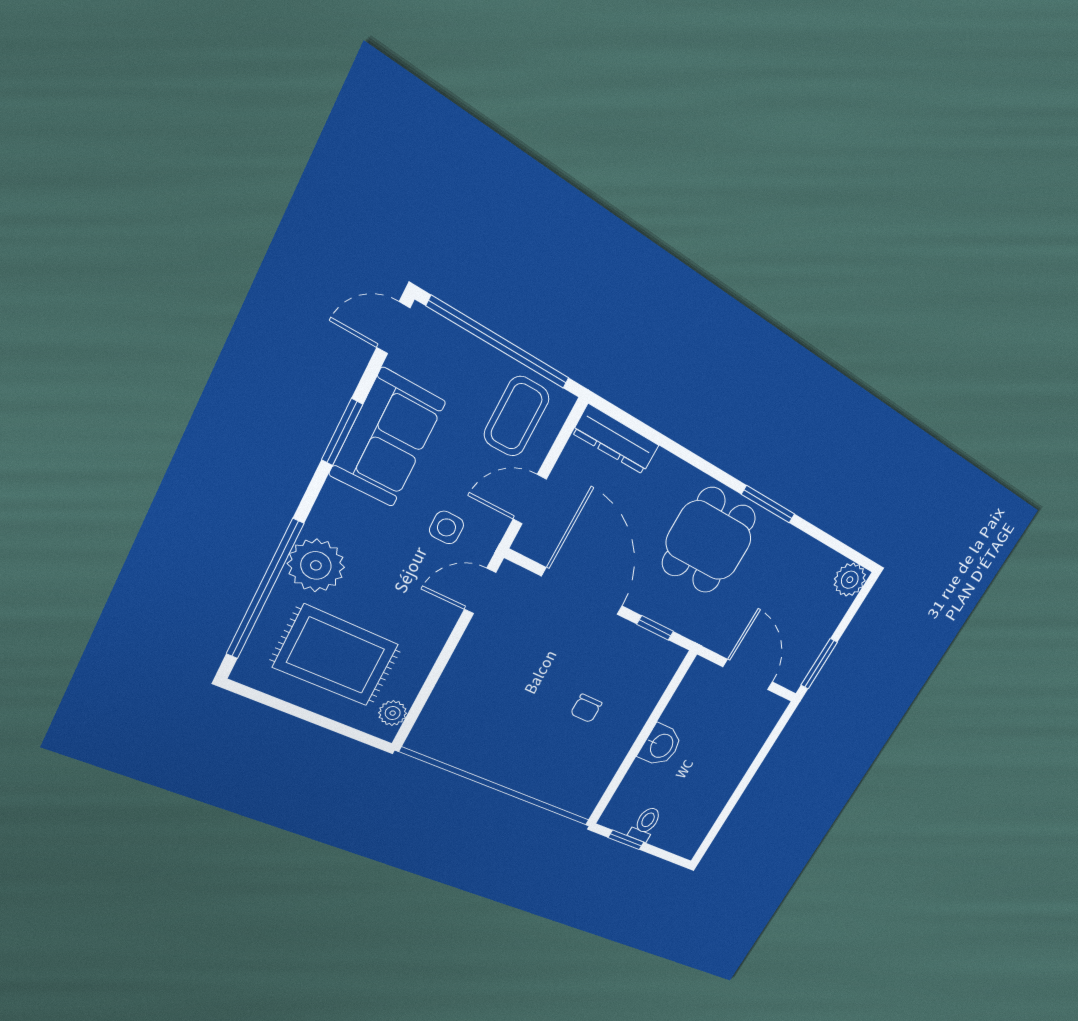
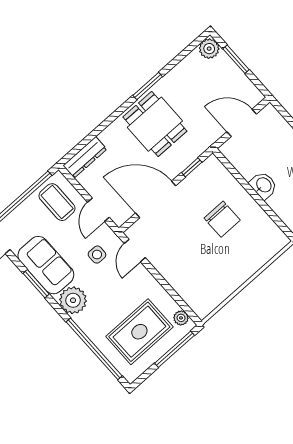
plant: (316, 565) -> (73, 300), moved
window: (819, 664) -> (236, 59), moved
chair: (586, 708) -> (222, 219), width x1.87, depth x1.87
window: (332, 725) -> (175, 349), added

